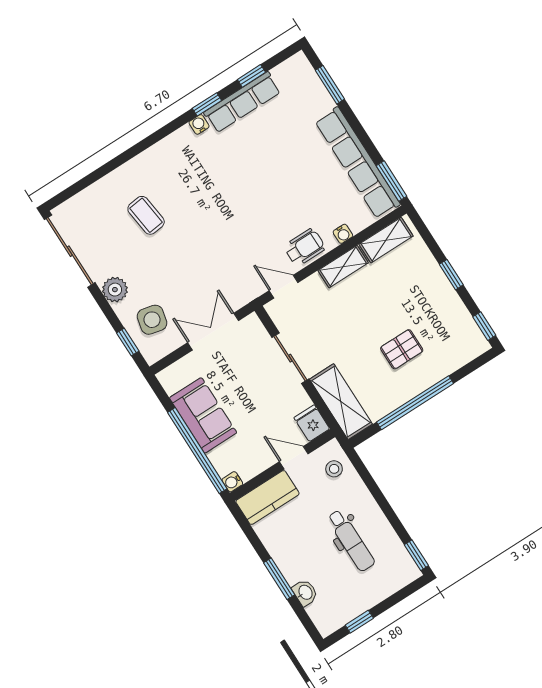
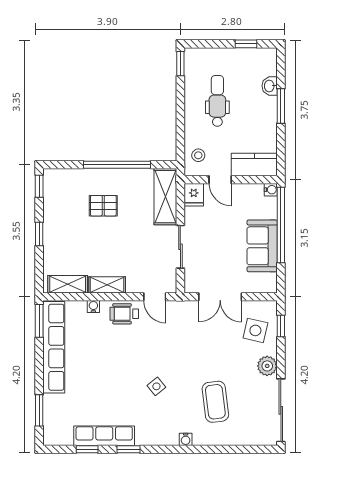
water cooler: (199, 124) -> (186, 439), moved
side table: (220, 191) -> (156, 386), added
coffee table: (146, 215) -> (215, 402), width x1.36, depth x1.30

